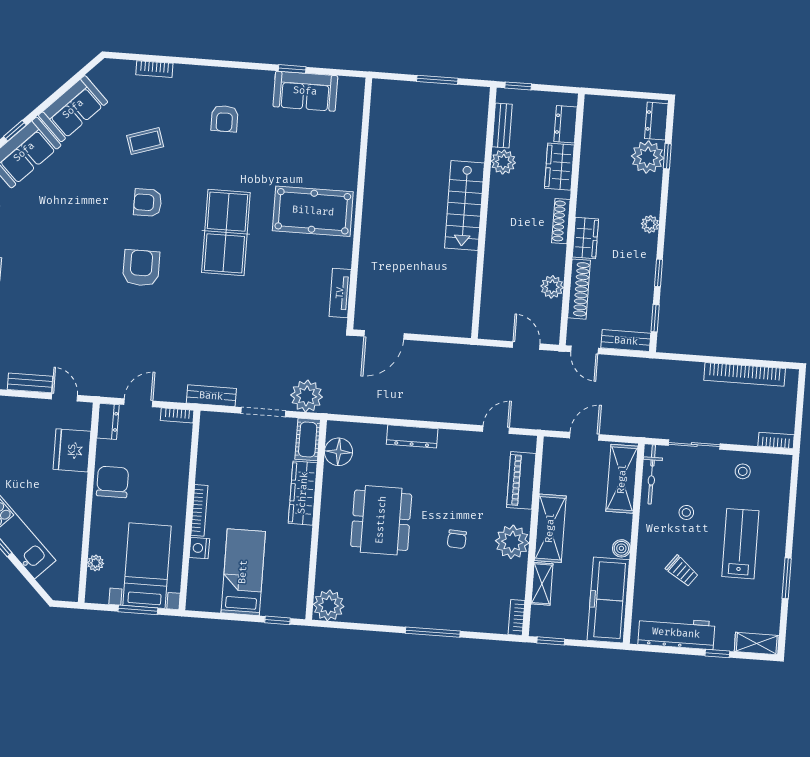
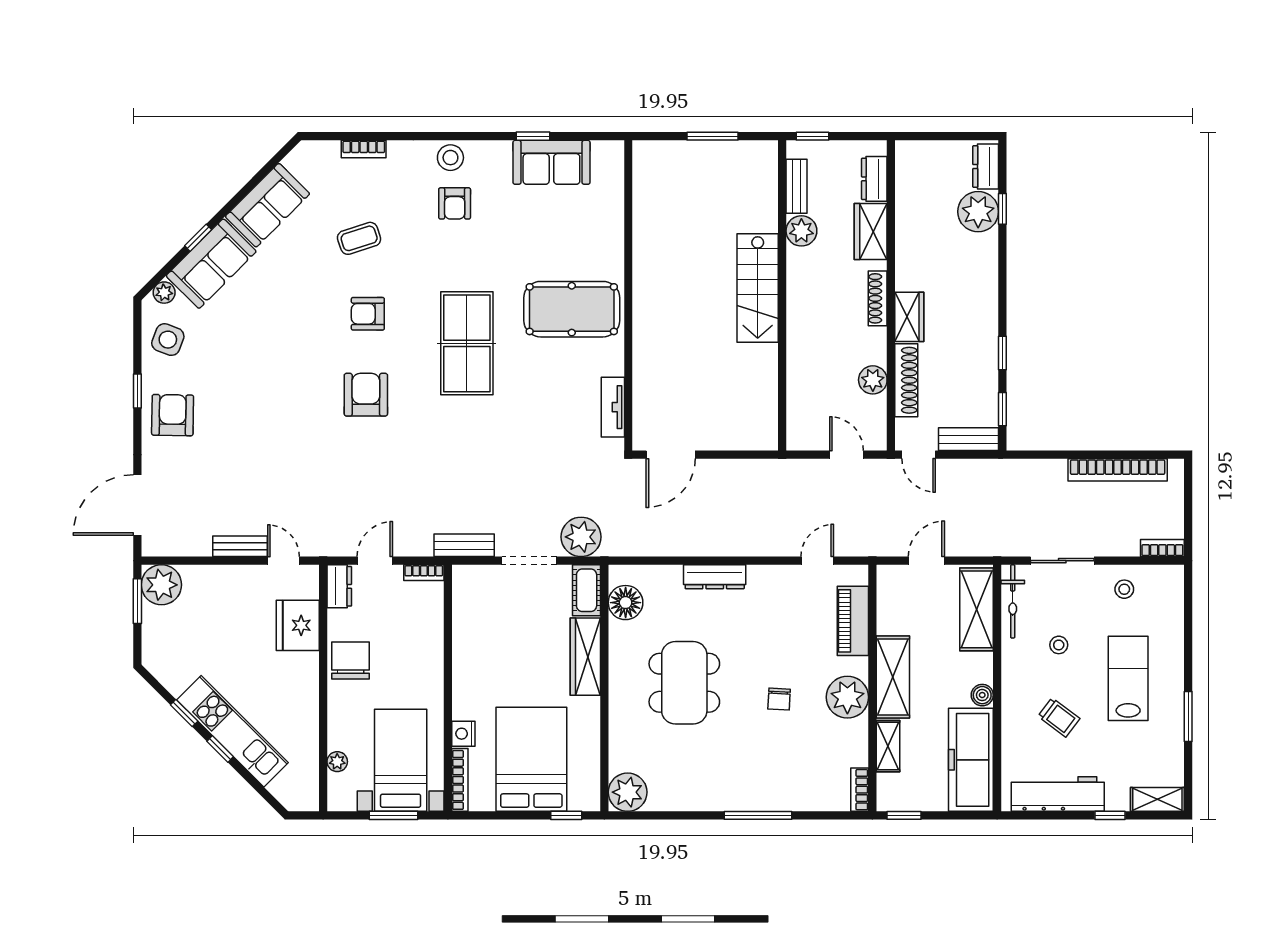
stool: (224, 81) -> (450, 158), added
plant: (650, 224) -> (988, 294), removed
bookcase: (199, 510) -> (460, 780), moved
bed: (243, 572) -> (531, 759), width x1.50

